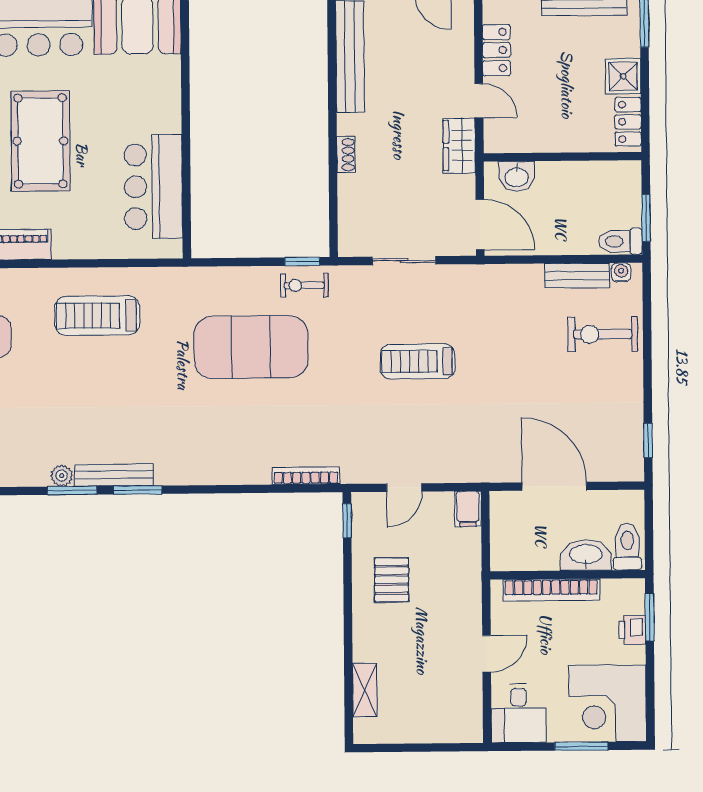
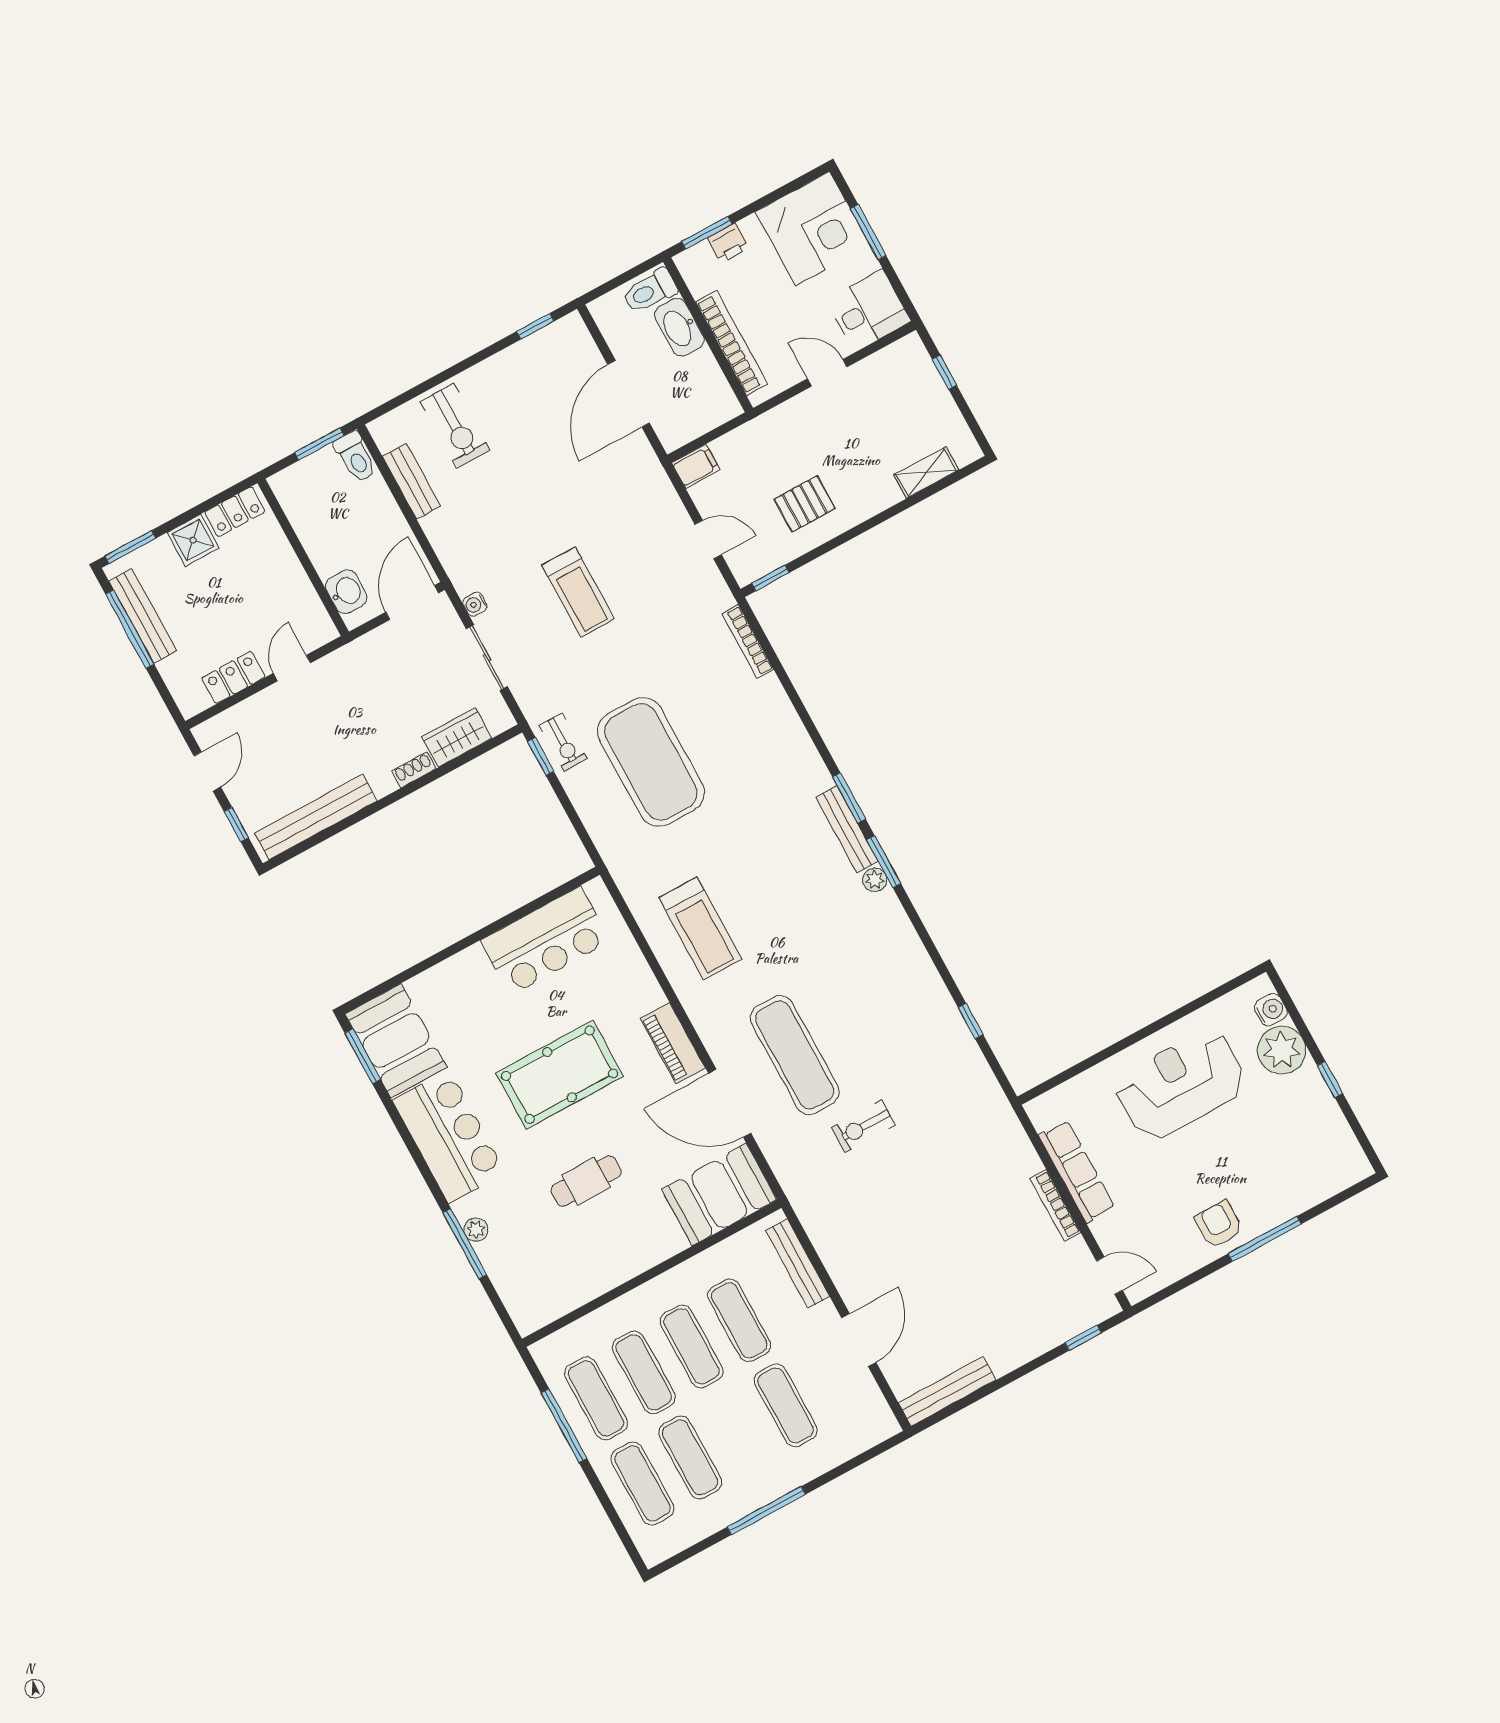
wardrobe: (459, 145) -> (457, 738), moved, turned 180
water cooler: (621, 272) -> (475, 604), moved
window: (437, 747) -> (944, 372), added

